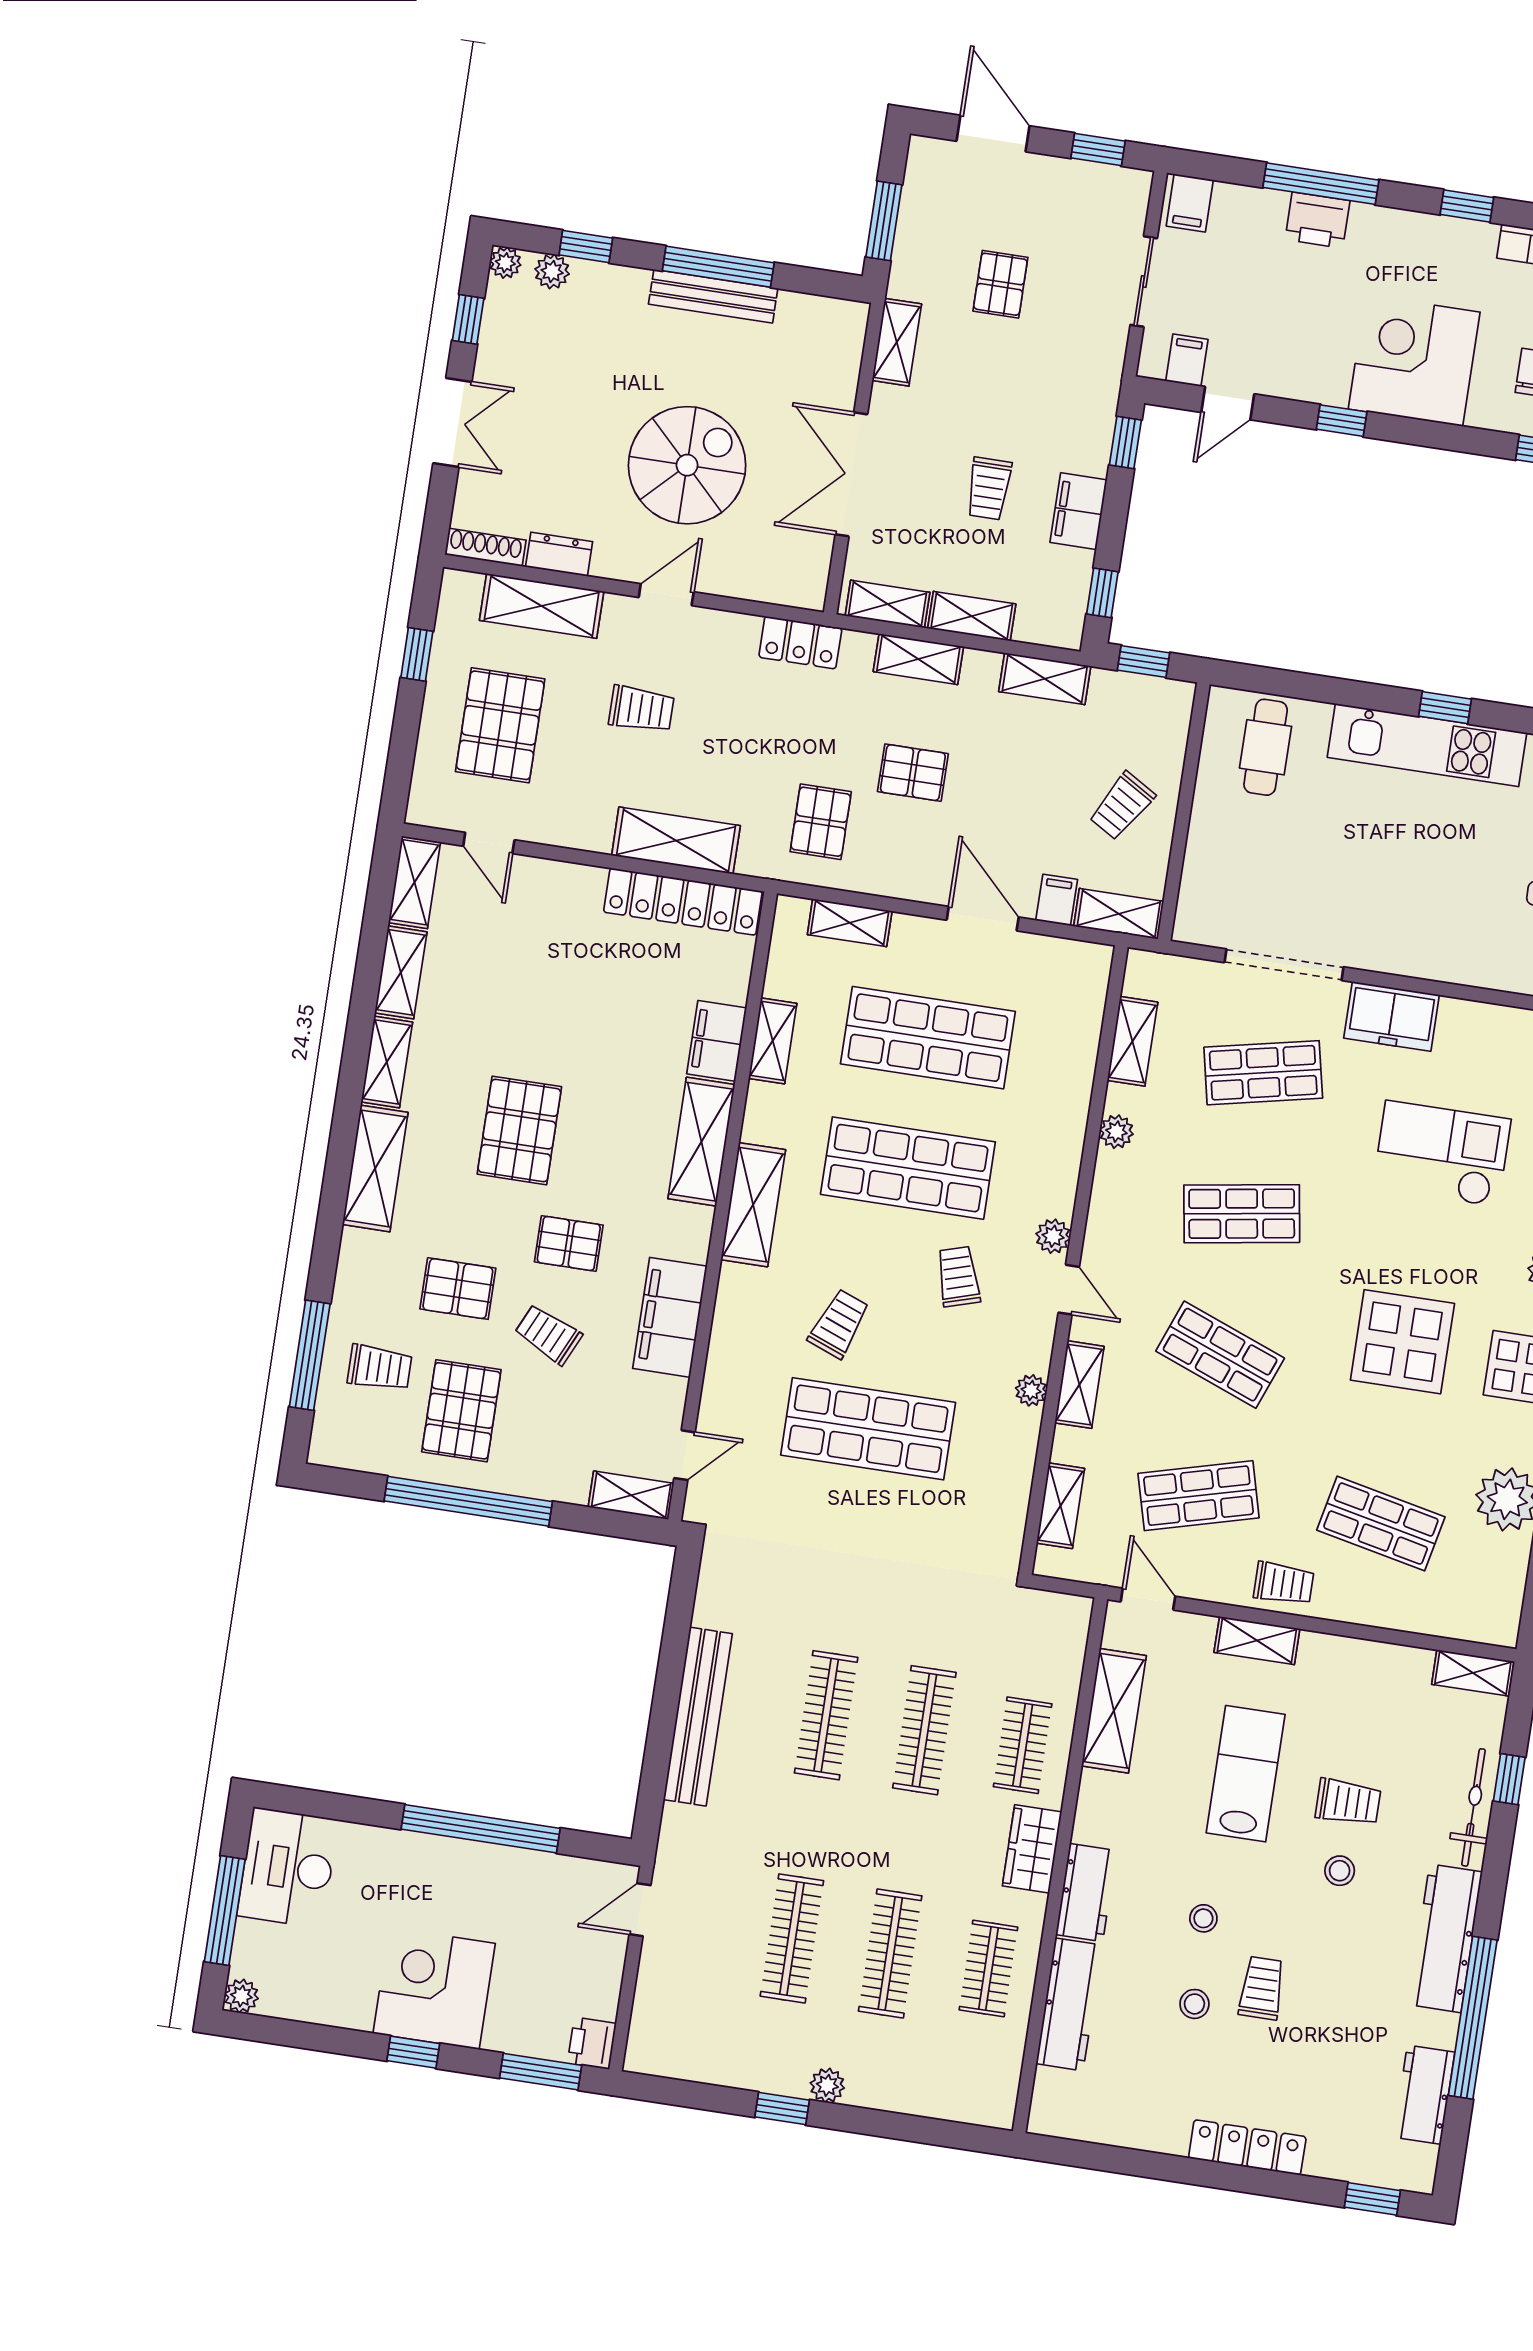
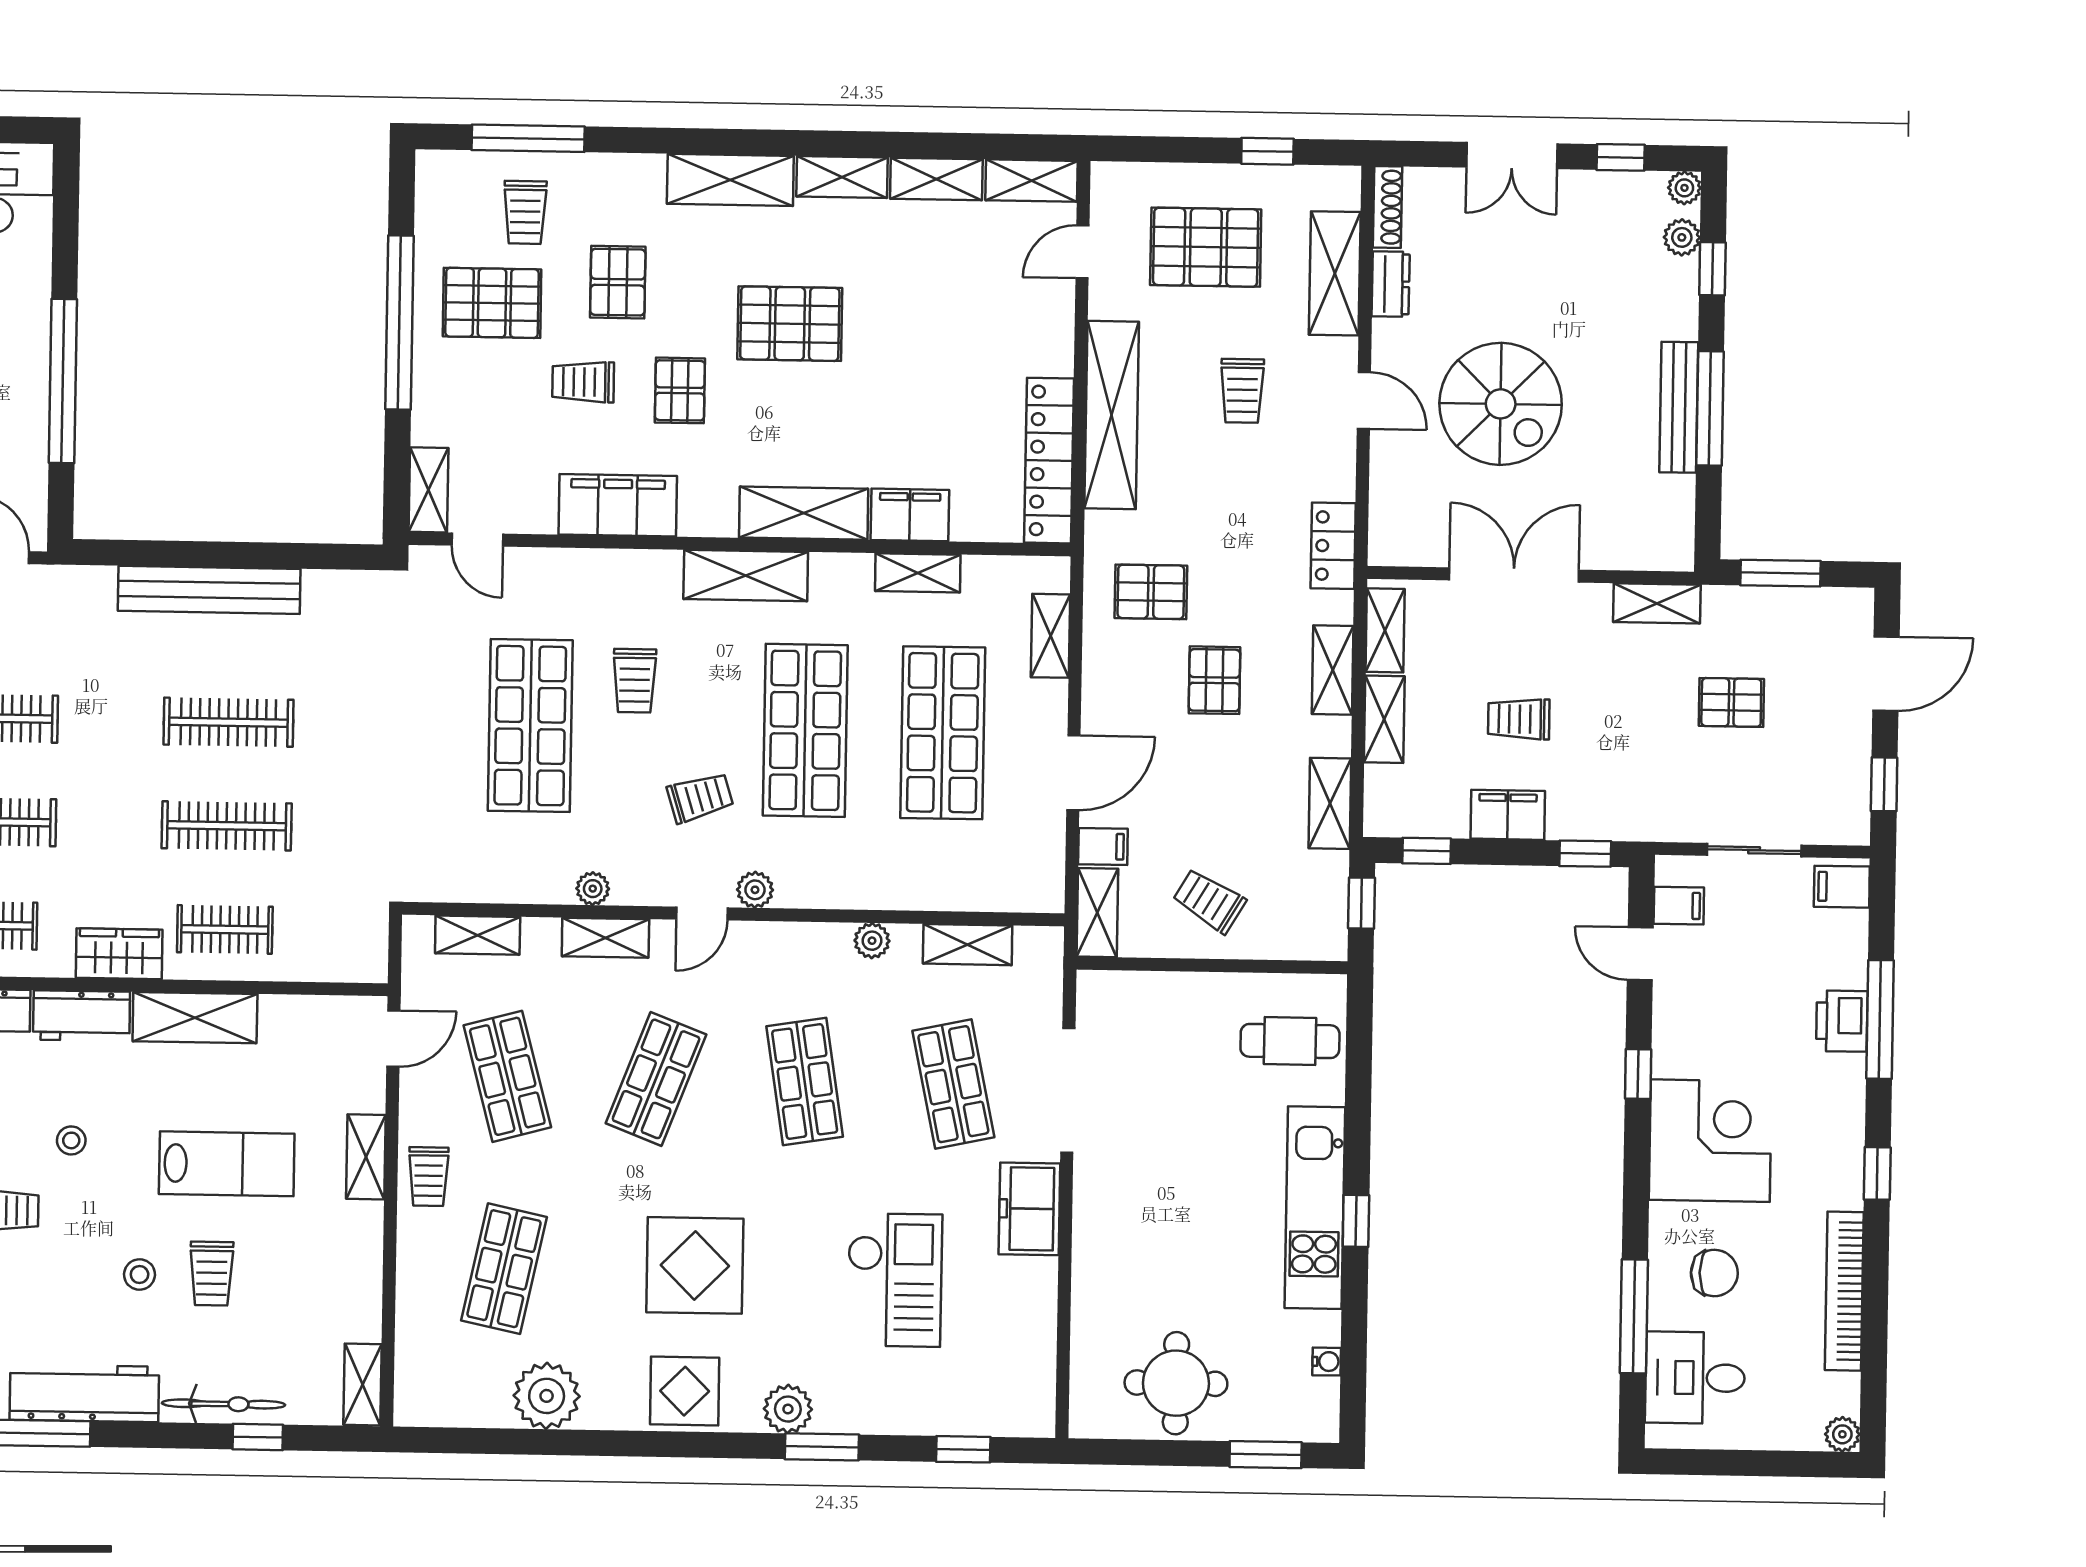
shelving: (676, 841) -> (1112, 415), width x1.47
trolley: (839, 1324) -> (635, 681), turned 69
trolley: (548, 1334) -> (583, 382), turned -115
shelving: (1114, 1711) -> (195, 1018), moved

